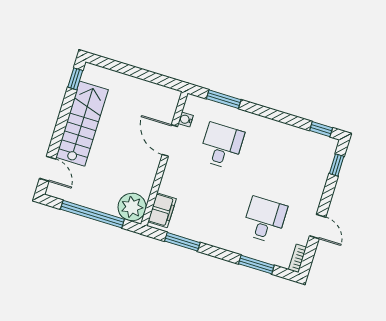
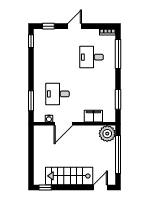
filing cabinet: (162, 210) -> (93, 116), moved
door: (318, 227) -> (75, 26), moved
window: (256, 265) -> (118, 54), width x1.44

